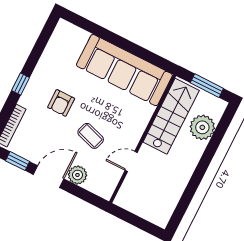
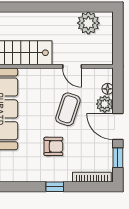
plant: (202, 127) -> (88, 23), moved
coffee table: (91, 136) -> (68, 109), width x1.36, depth x1.30
floor lamp: (91, 185) -> (108, 89), added

